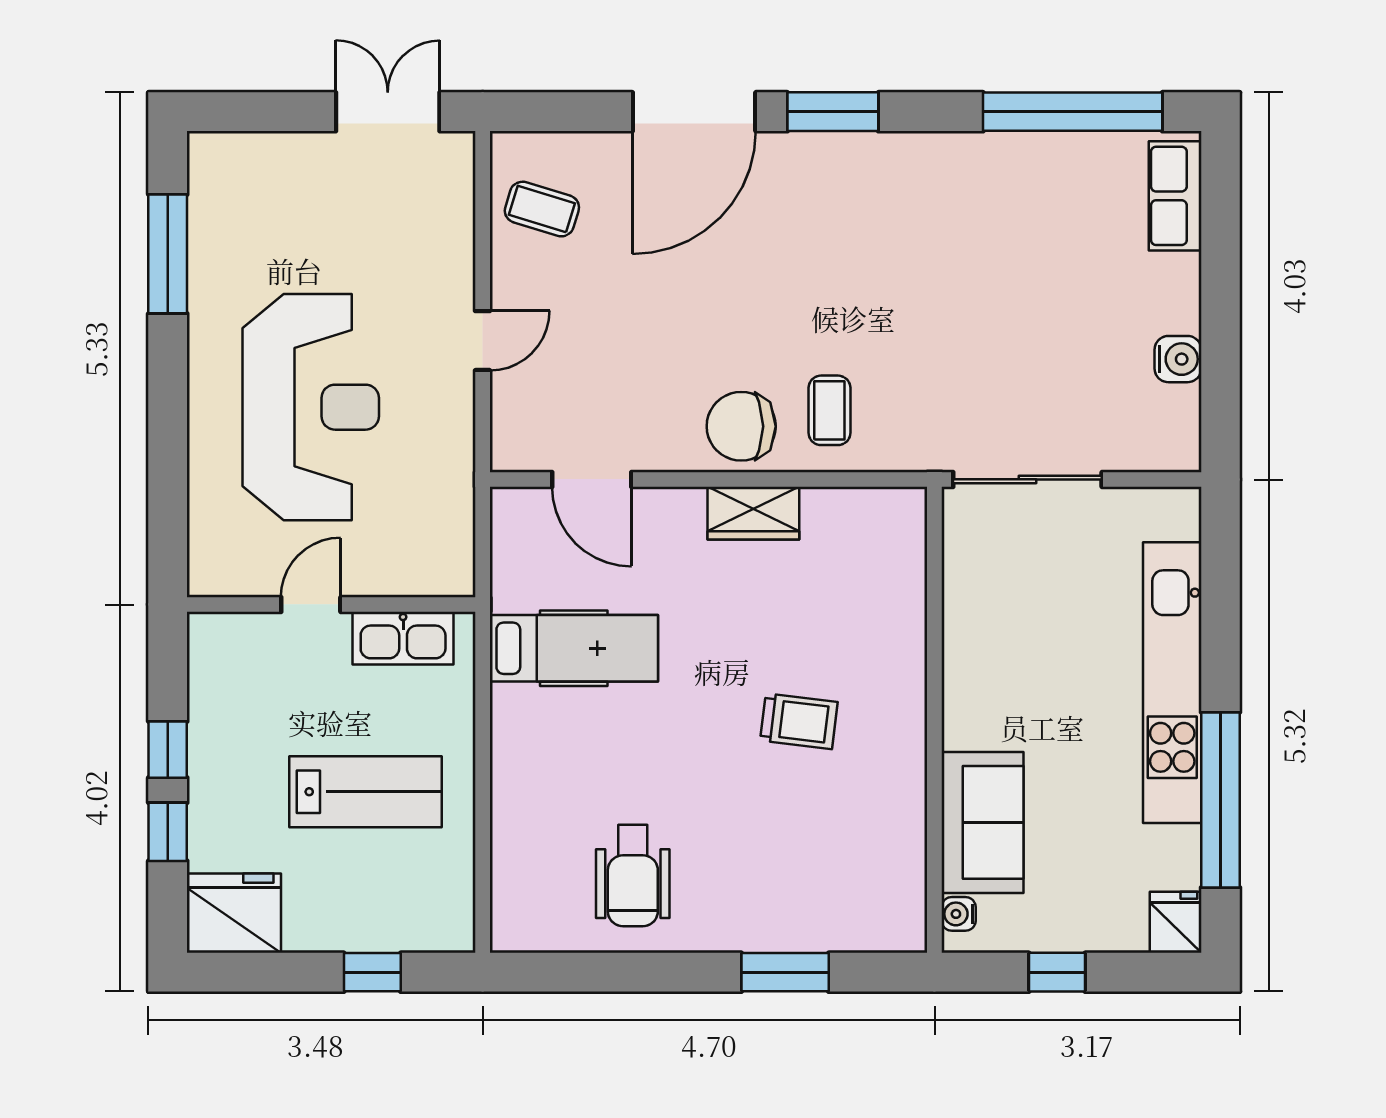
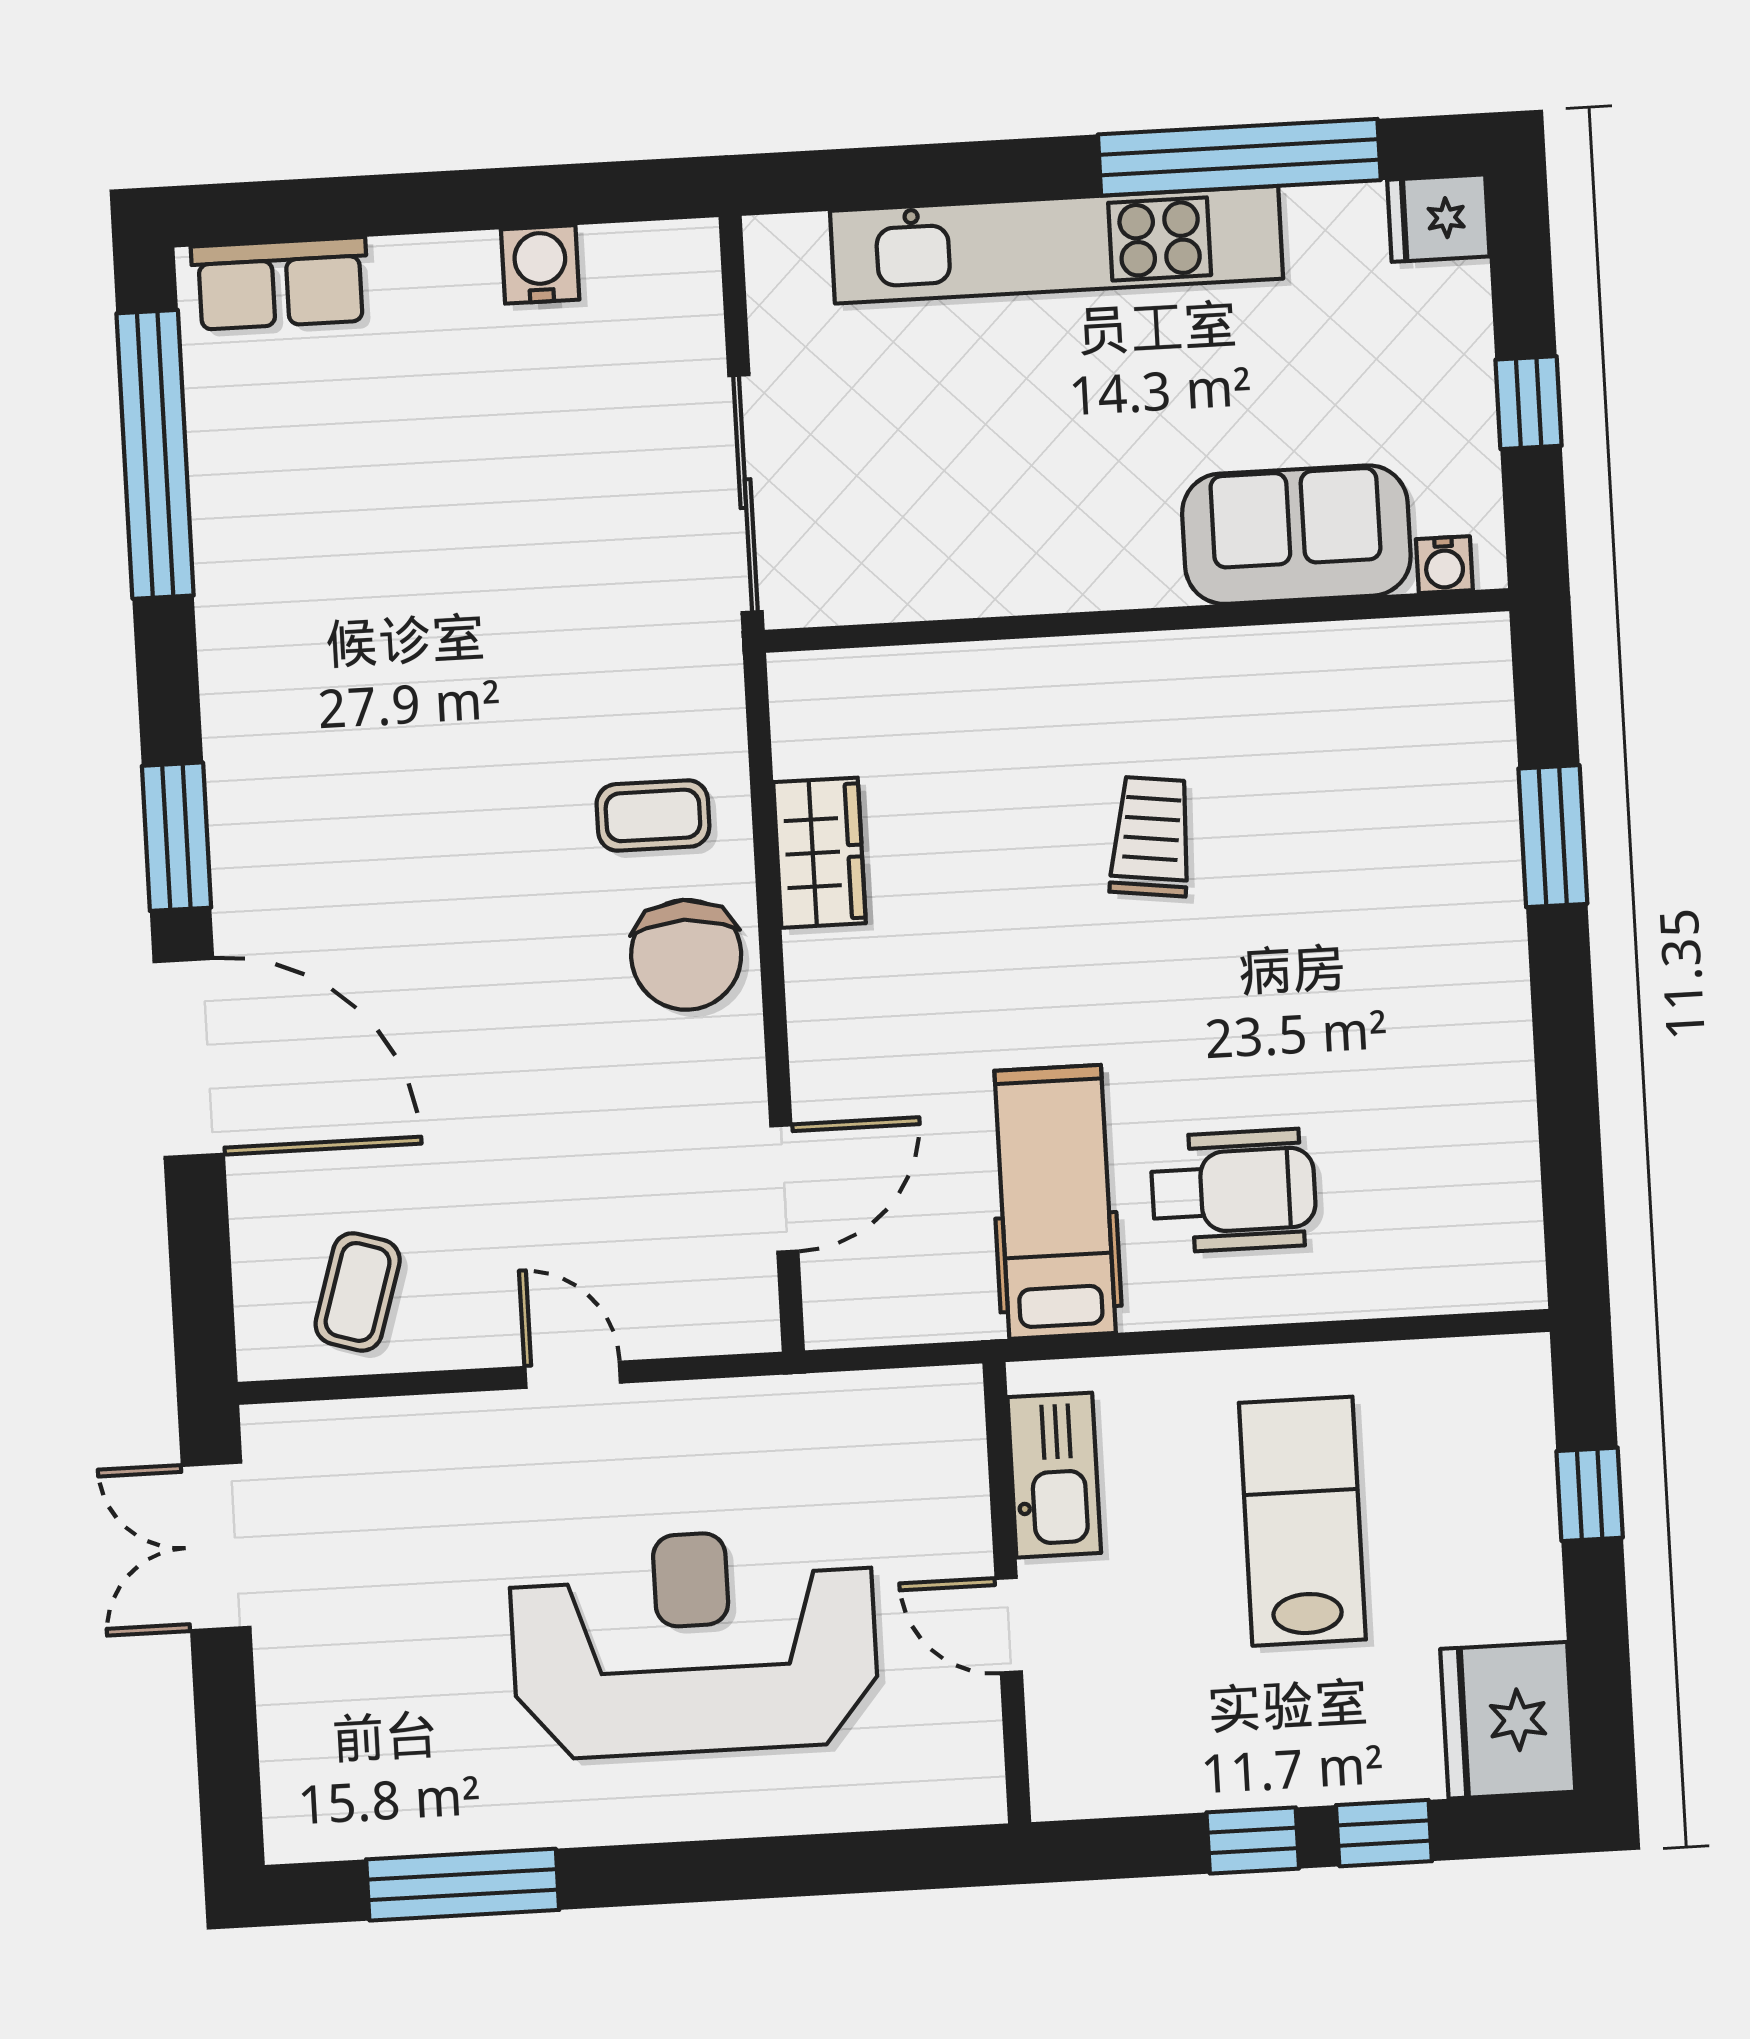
wardrobe: (753, 513) -> (820, 853), moved
wheelchair: (633, 876) -> (1234, 1191), moved

